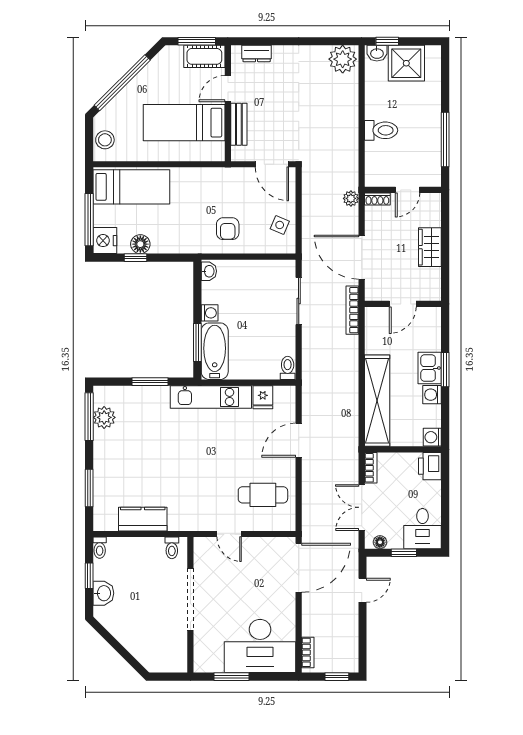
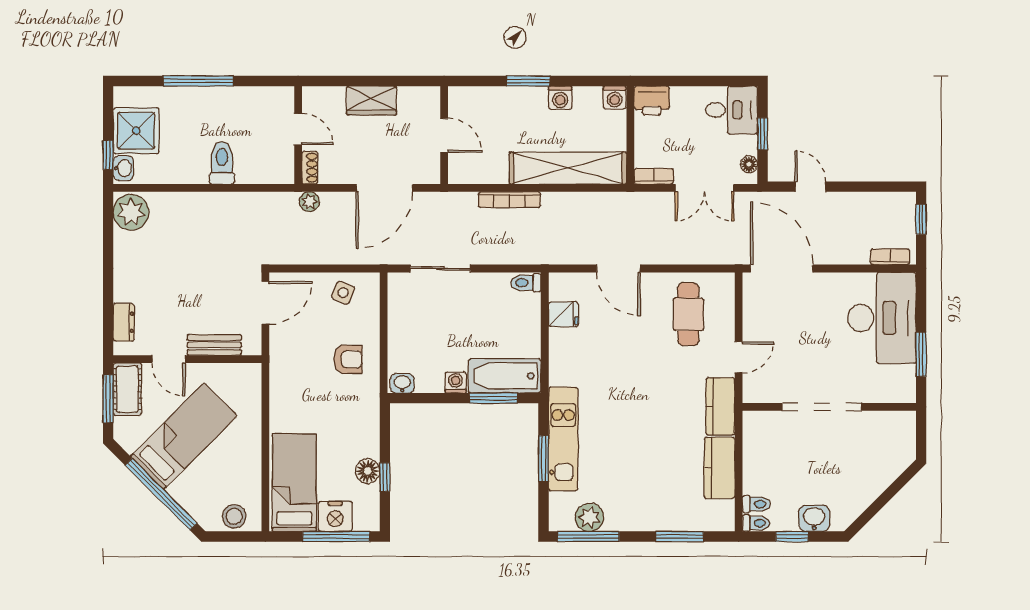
bed: (184, 123) -> (184, 436), moved, turned -135
window: (445, 140) -> (198, 81), moved
nightstand: (105, 241) -> (335, 516), moved
bookcase: (352, 310) -> (509, 200), moved
kitchen sink: (430, 368) -> (526, 101), removed
kitchen unit: (211, 397) -> (563, 439), moved
kitchen counter: (191, 520) -> (720, 406), added
toilet: (172, 548) -> (756, 504), moved

